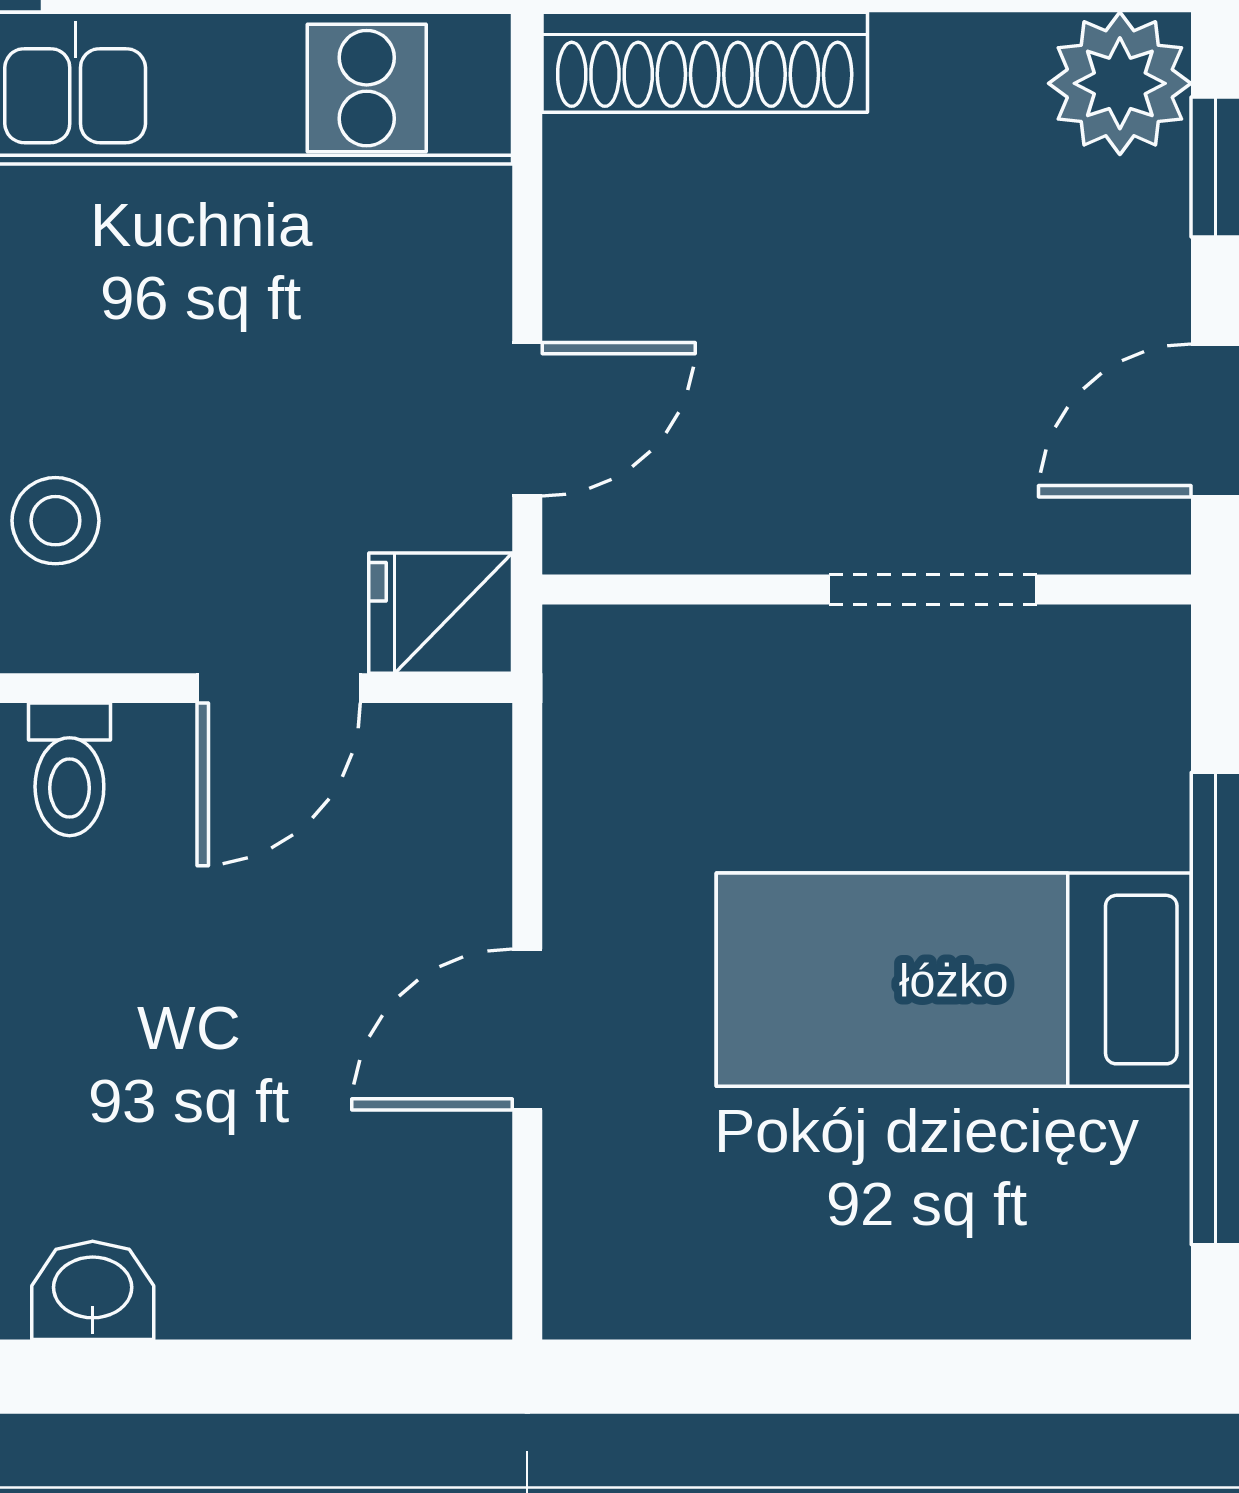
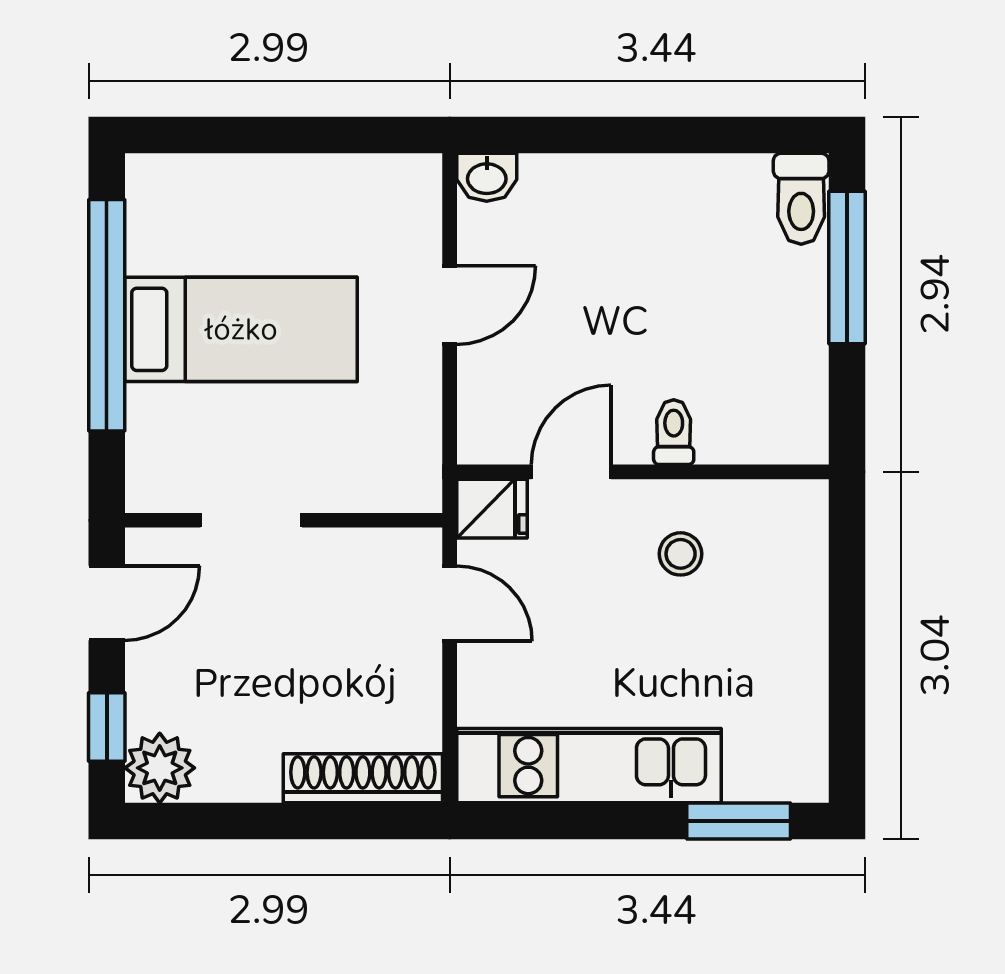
door: (527, 419) -> (450, 604), swing flipped
washbasin: (93, 1290) -> (487, 177), moved

